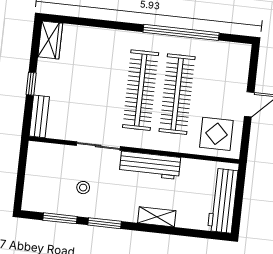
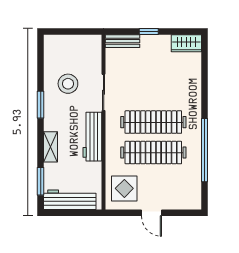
stool: (83, 188) -> (68, 84), width x1.89, depth x1.89
window: (60, 218) -> (41, 181), moved

